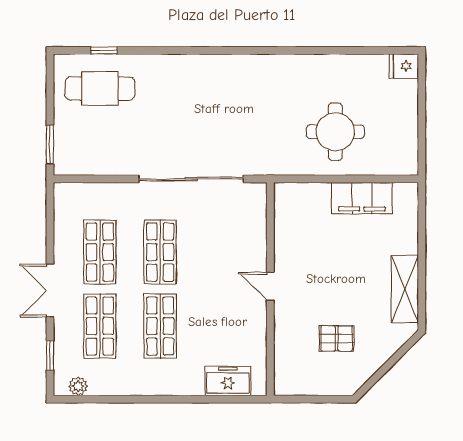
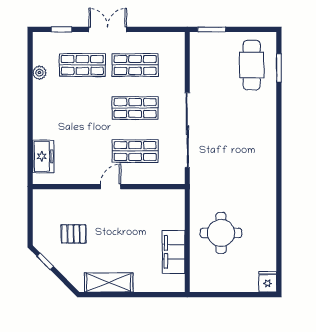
window: (104, 50) -> (279, 68), width x1.50
shop shelf: (160, 326) -> (135, 151), moved
pallet: (337, 338) -> (74, 234), turned 90
window: (375, 378) -> (45, 261), added
plant: (78, 386) -> (39, 73), moved

